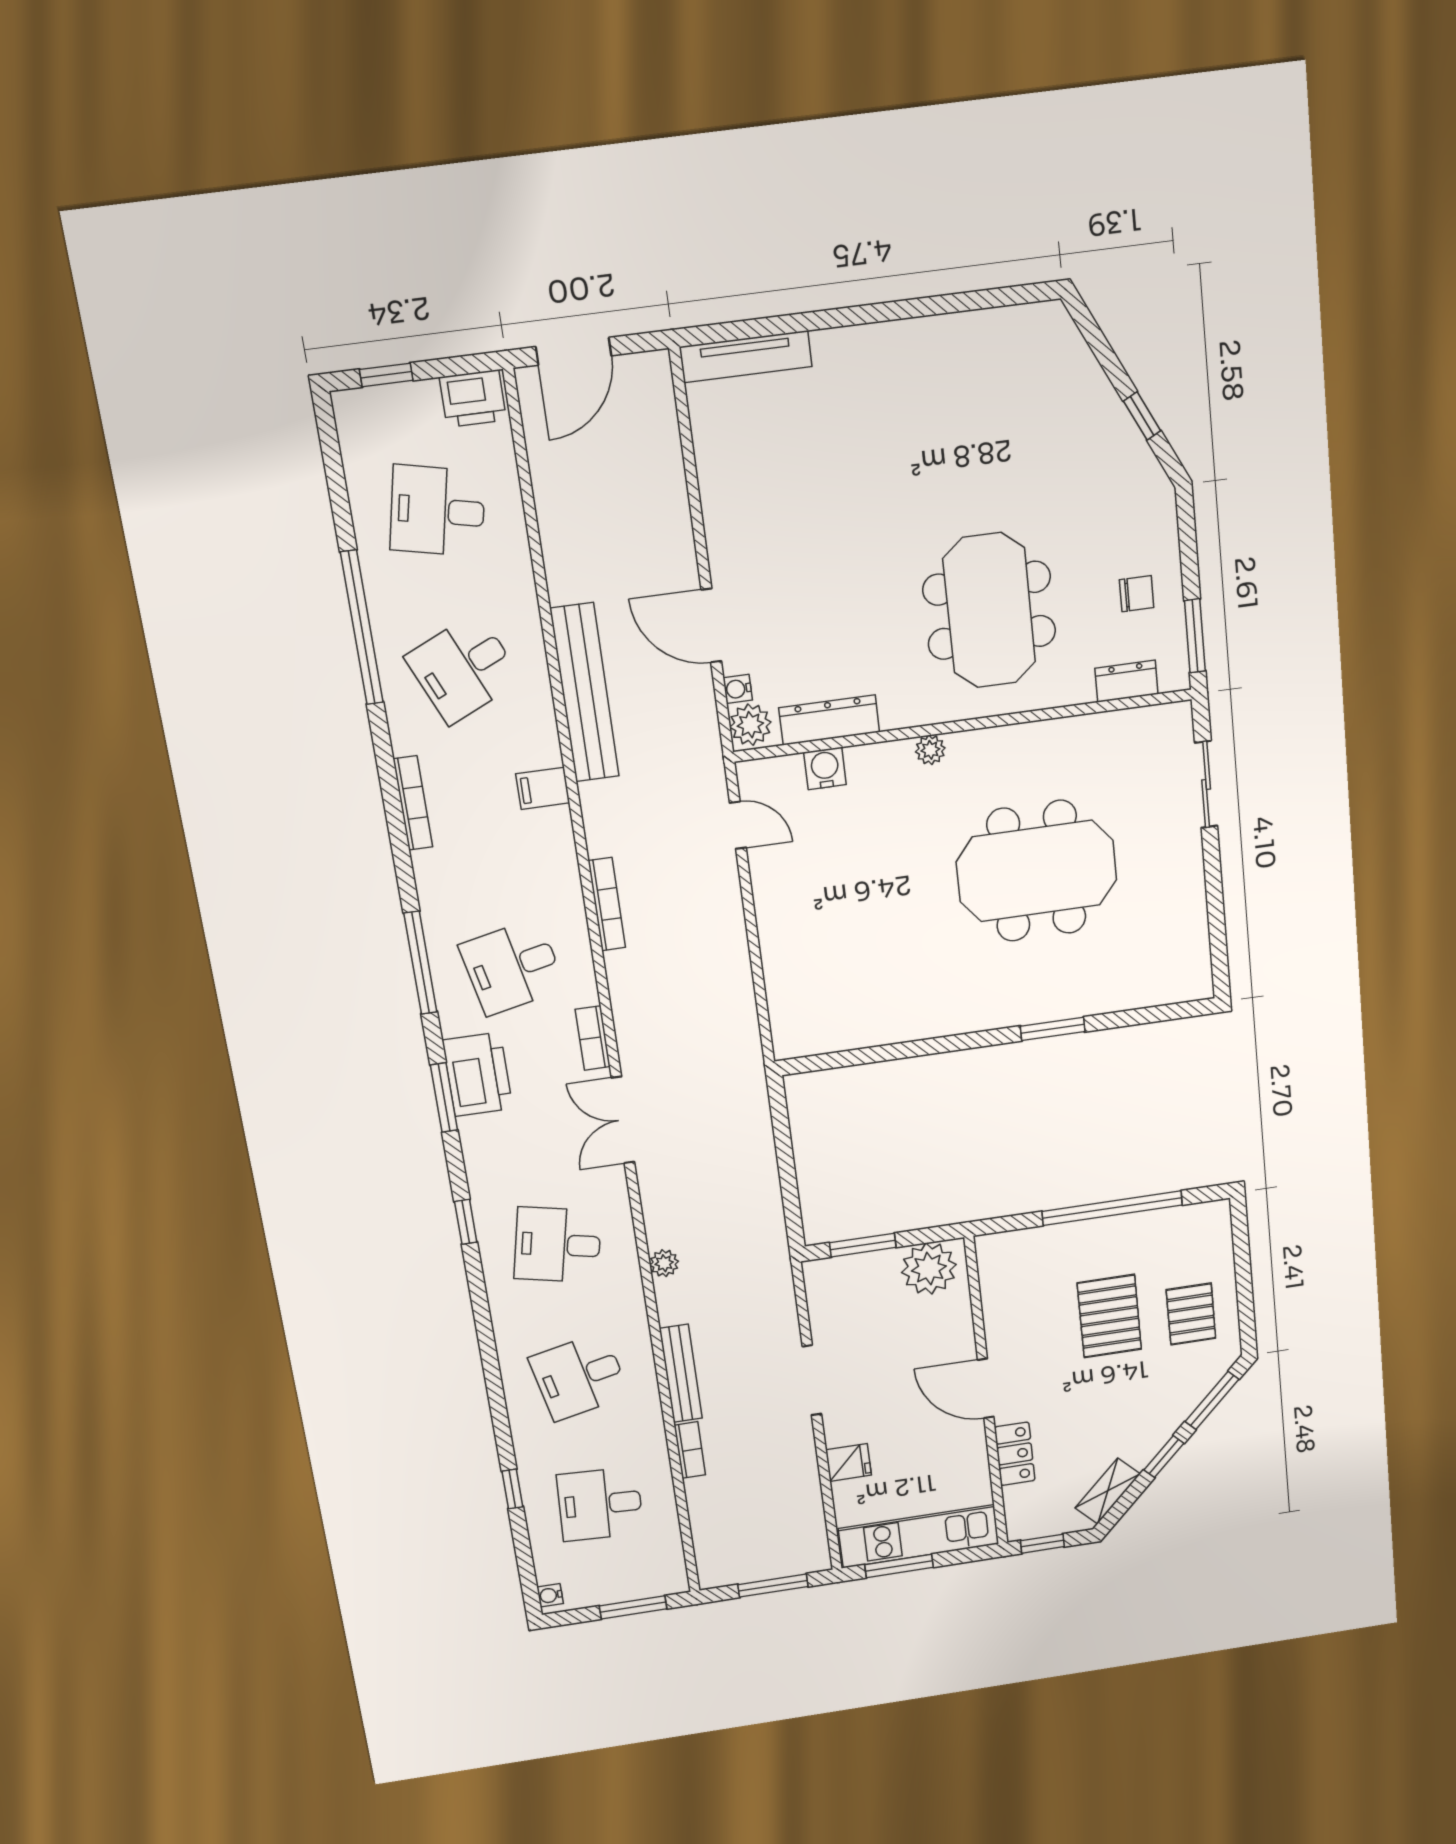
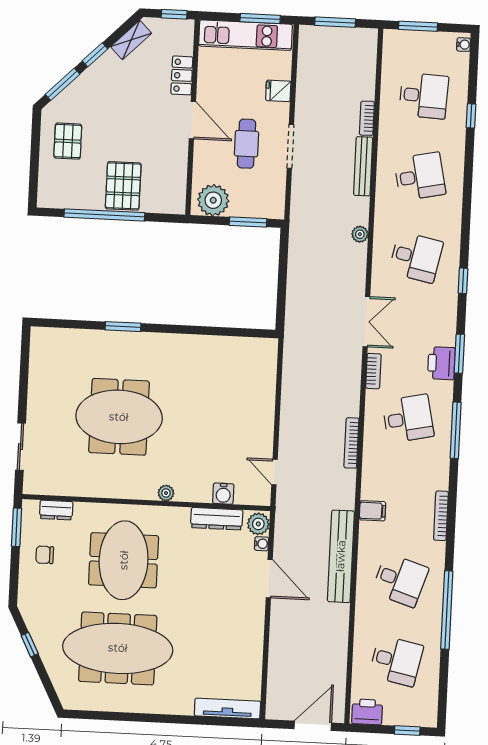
meeting table: (975, 439) -> (118, 648), added
desk: (463, 668) -> (400, 580), turned 42
printer: (478, 1074) -> (441, 363), width x0.73, depth x0.84
pallet: (1109, 1316) -> (123, 186), moved
cafe table: (888, 1370) -> (246, 144), added

